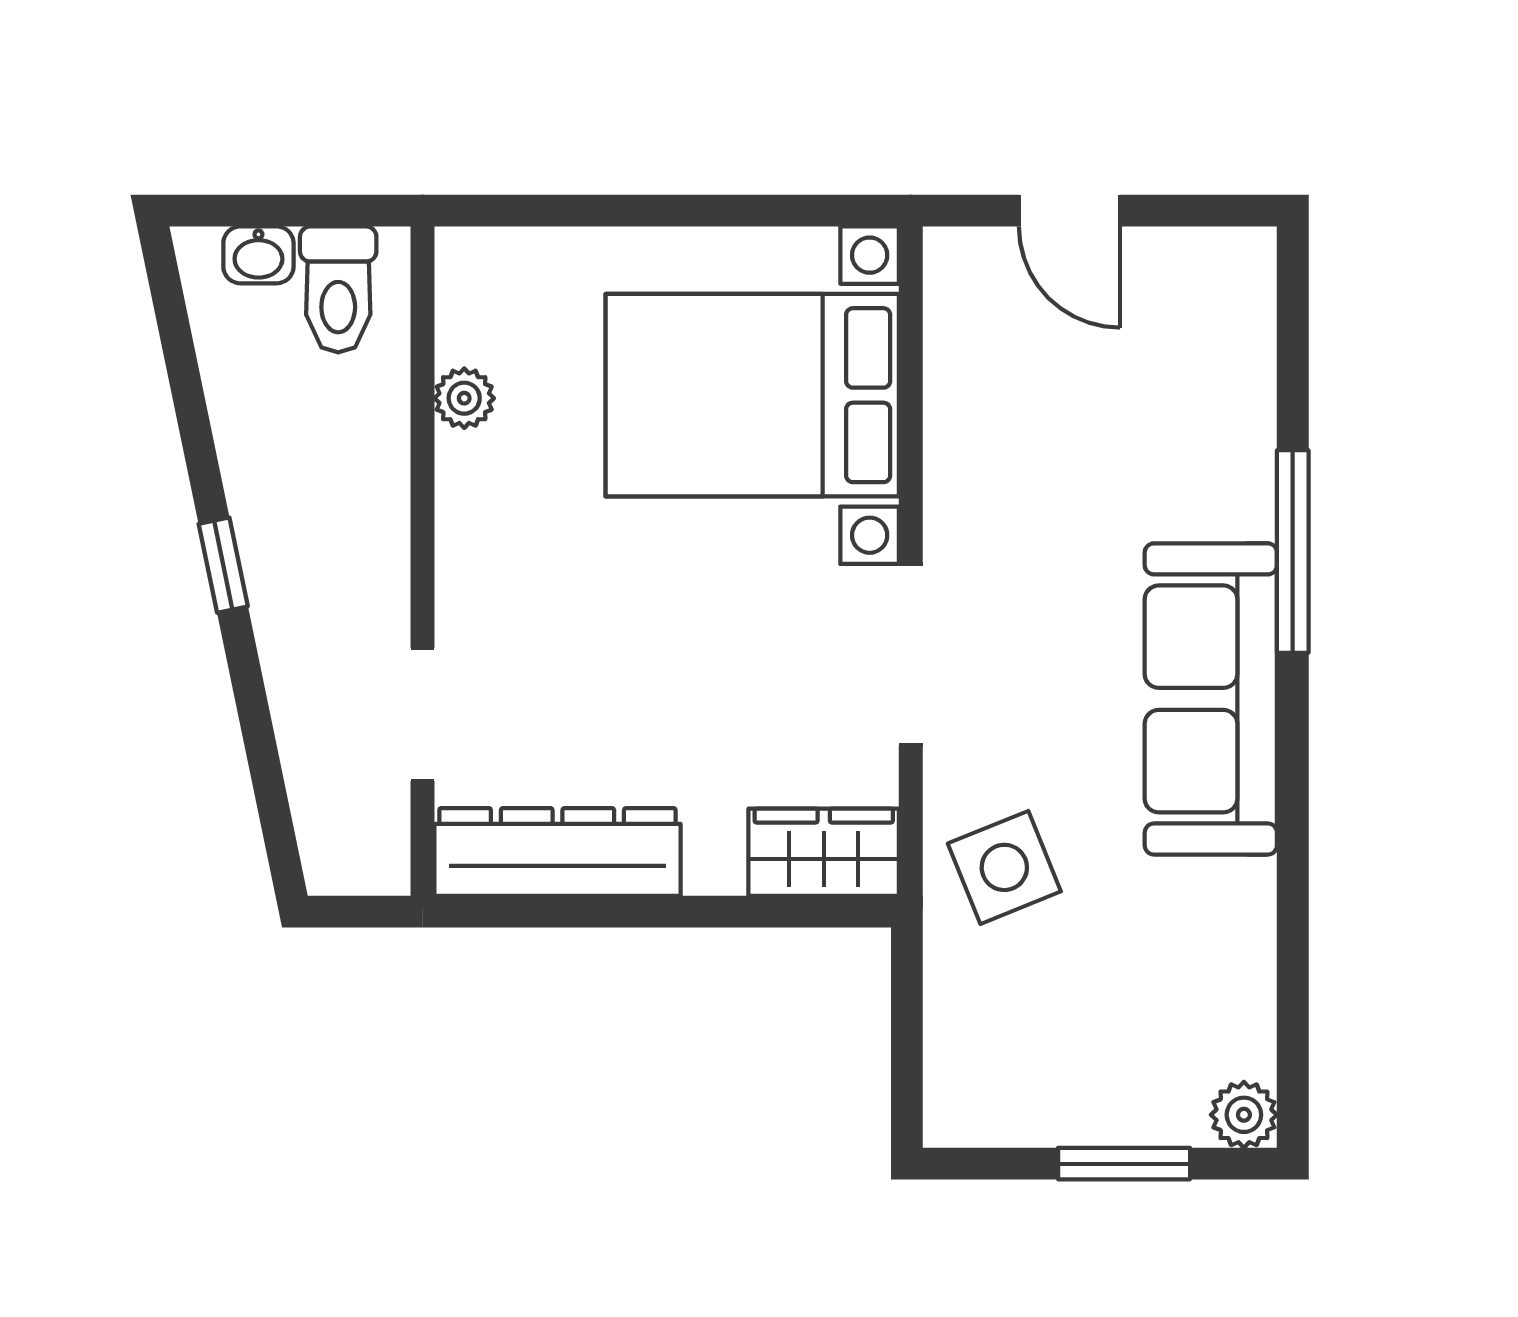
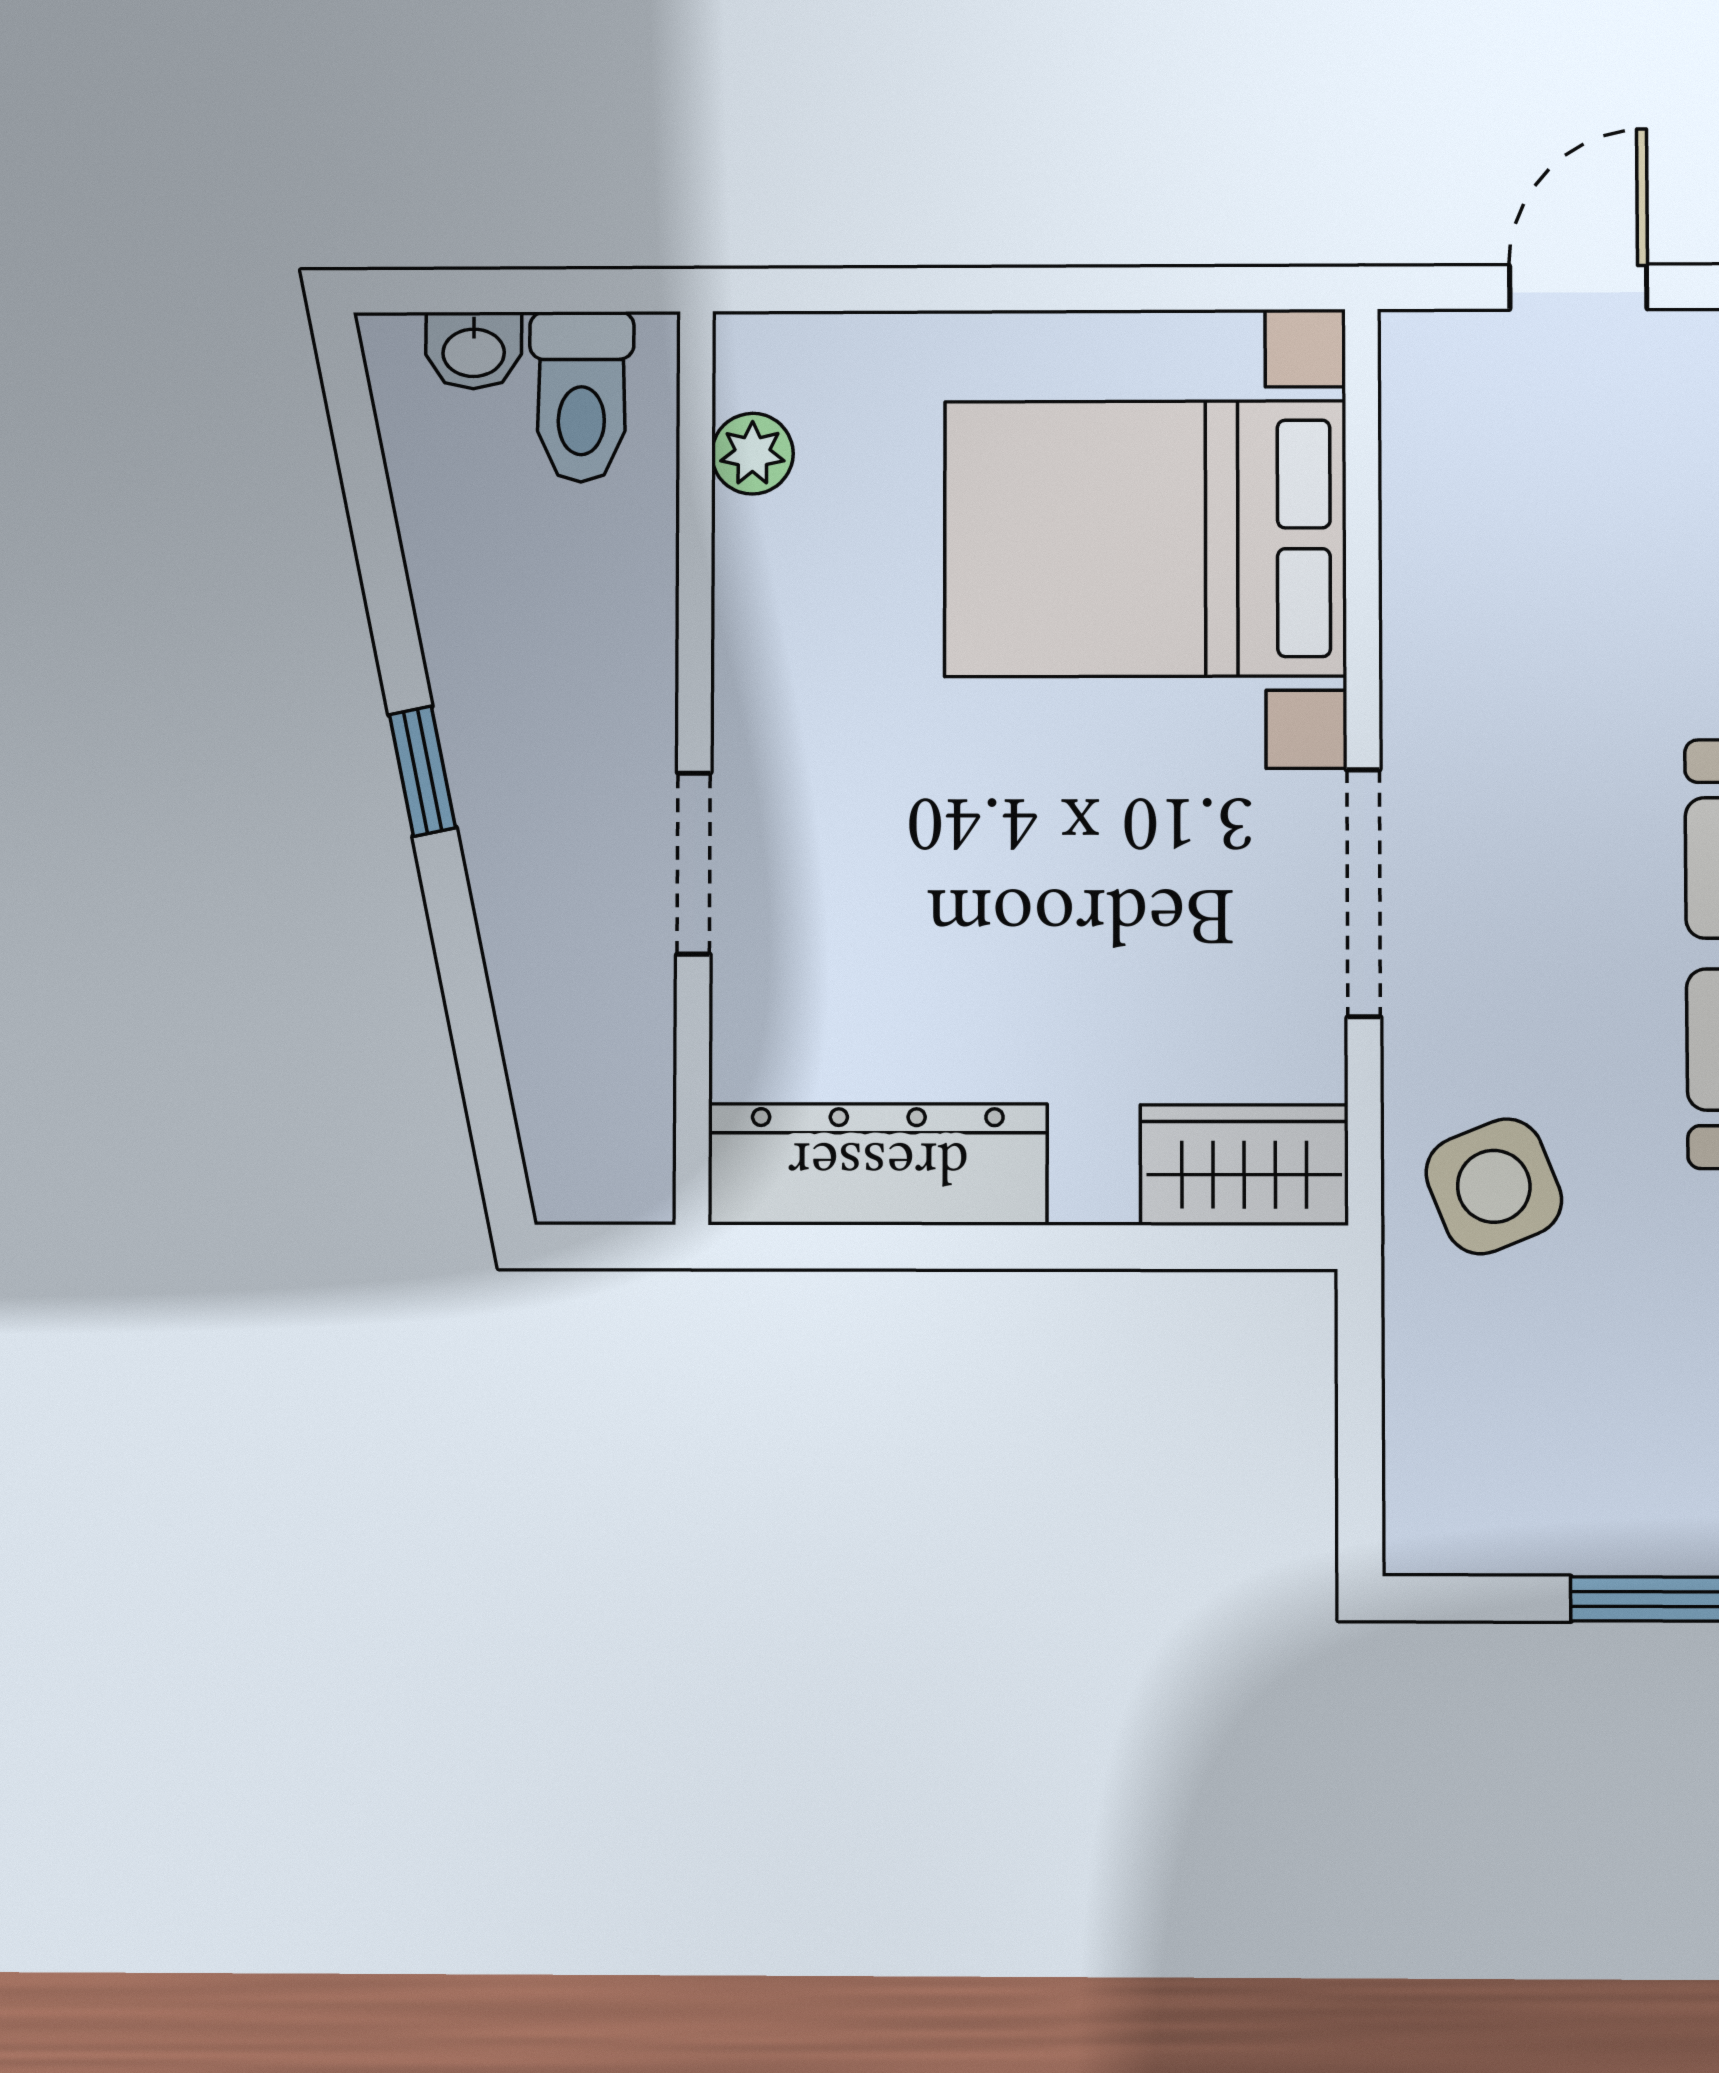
door: (1069, 211) -> (1578, 287), swing flipped
plant: (464, 398) -> (752, 454), moved
doorway: (423, 714) -> (694, 863), moved

